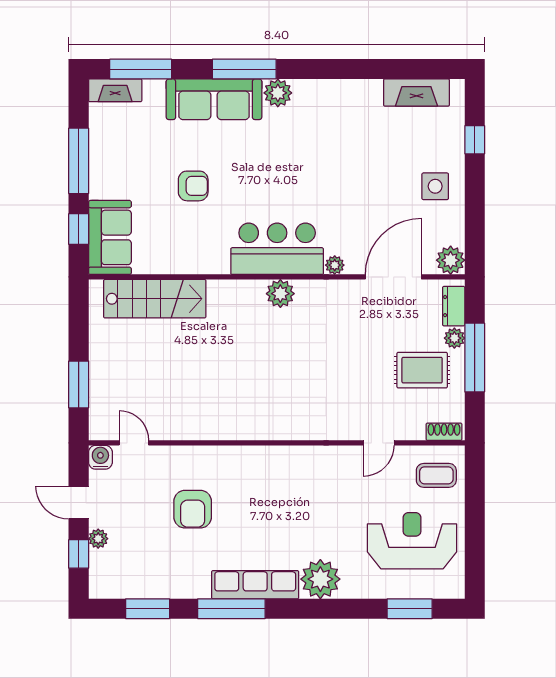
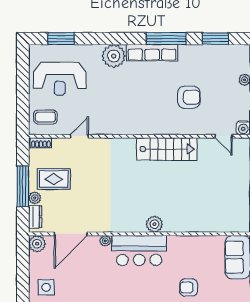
plant: (280, 294) -> (154, 224), moved
stairs: (155, 299) -> (167, 149), moved, turned 180
armchair: (193, 509) -> (189, 97), turned 90

